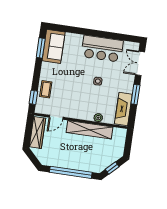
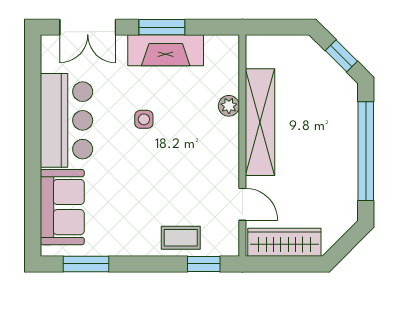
sofa: (54, 46) -> (62, 207), moved, turned 90
fireplace: (123, 109) -> (166, 50), moved

